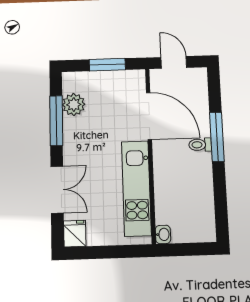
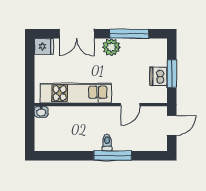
dishwasher: (111, 81) -> (159, 76), added
plant: (74, 105) -> (111, 47), moved
door: (149, 116) -> (130, 105), width x0.53

